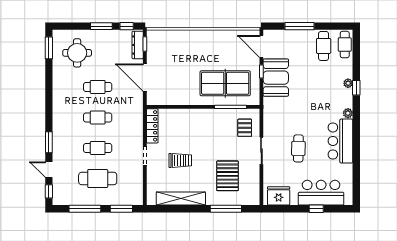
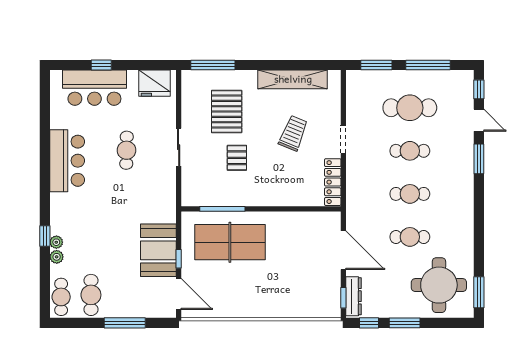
round table: (77, 53) -> (439, 285), width x1.36, depth x1.36
plant: (348, 113) -> (57, 257), moved
pallet: (245, 128) -> (237, 158), moved
trolley: (180, 160) -> (293, 133), turned 112
window: (226, 209) -> (213, 65), moved

